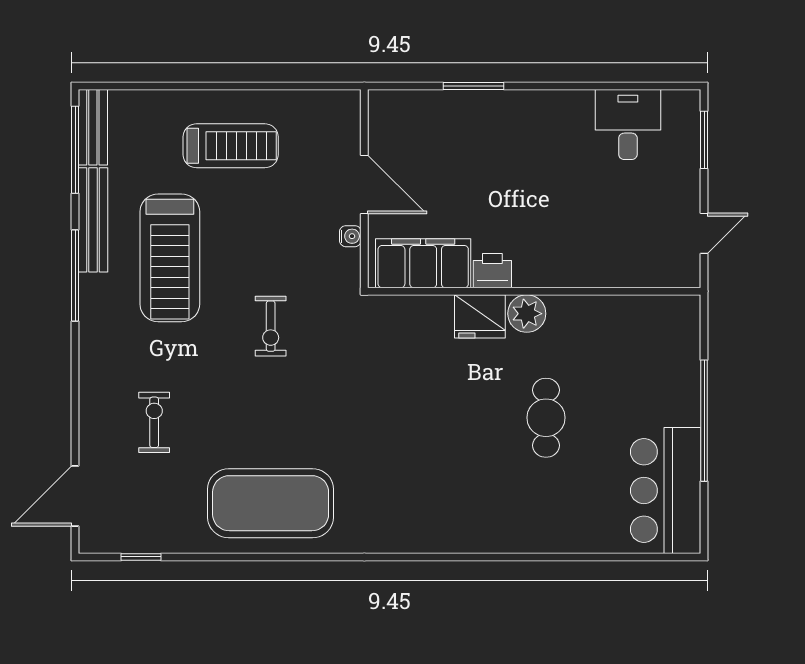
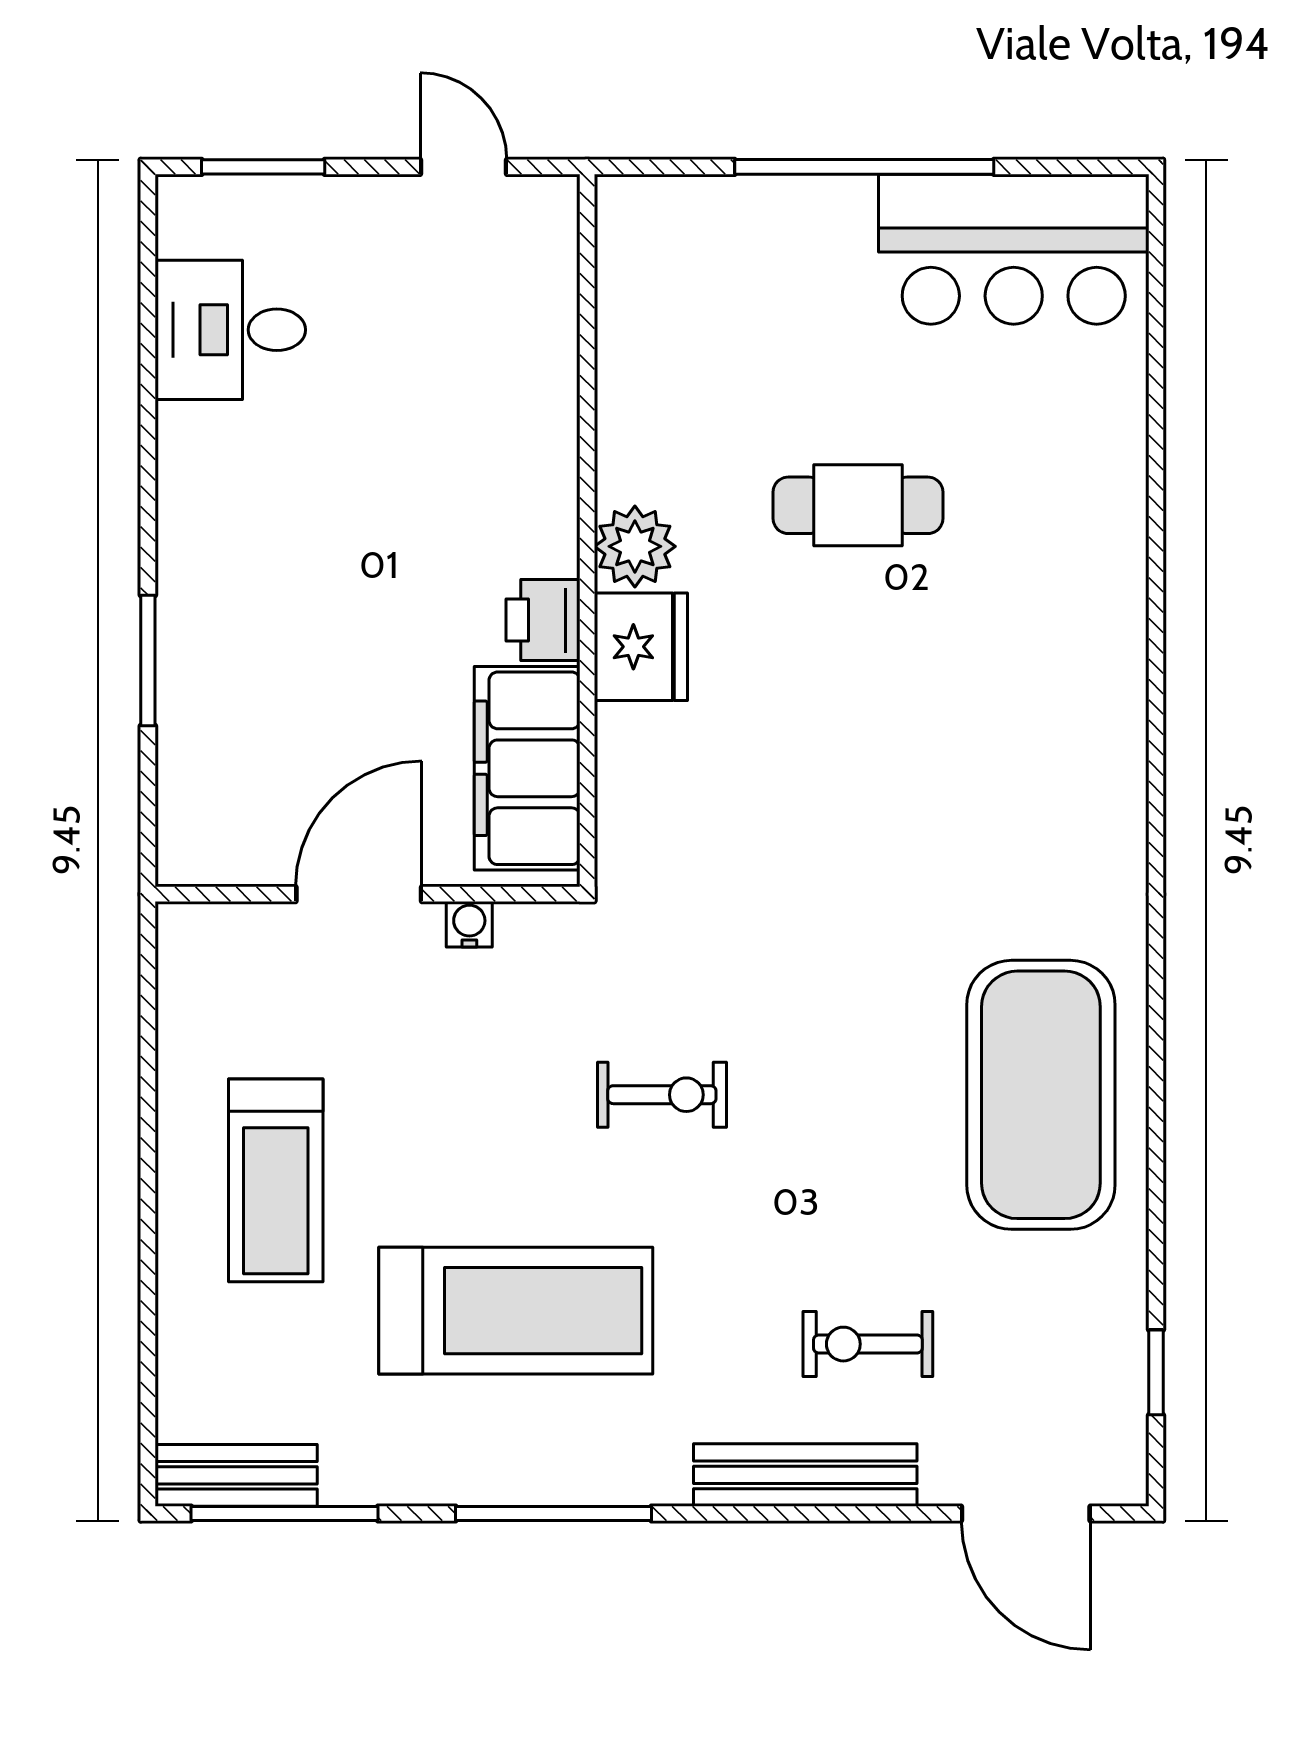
treadmill: (231, 146) -> (276, 1180), turned 180
bench: (93, 220) -> (805, 1475), moved

